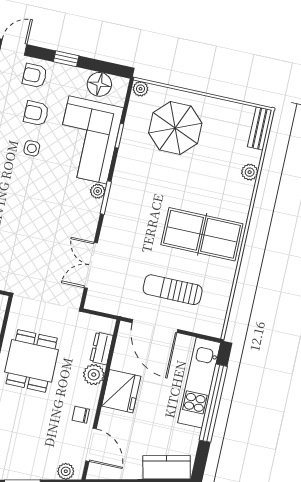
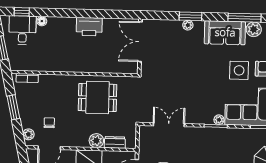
side table: (32, 148) -> (239, 70), width x1.87, depth x1.87
chair: (81, 415) -> (49, 123), moved

